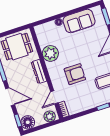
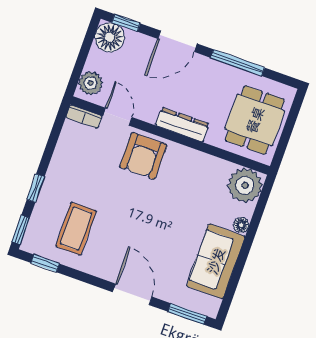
plant: (50, 53) -> (245, 185), moved
armchair: (75, 74) -> (143, 156), moved

